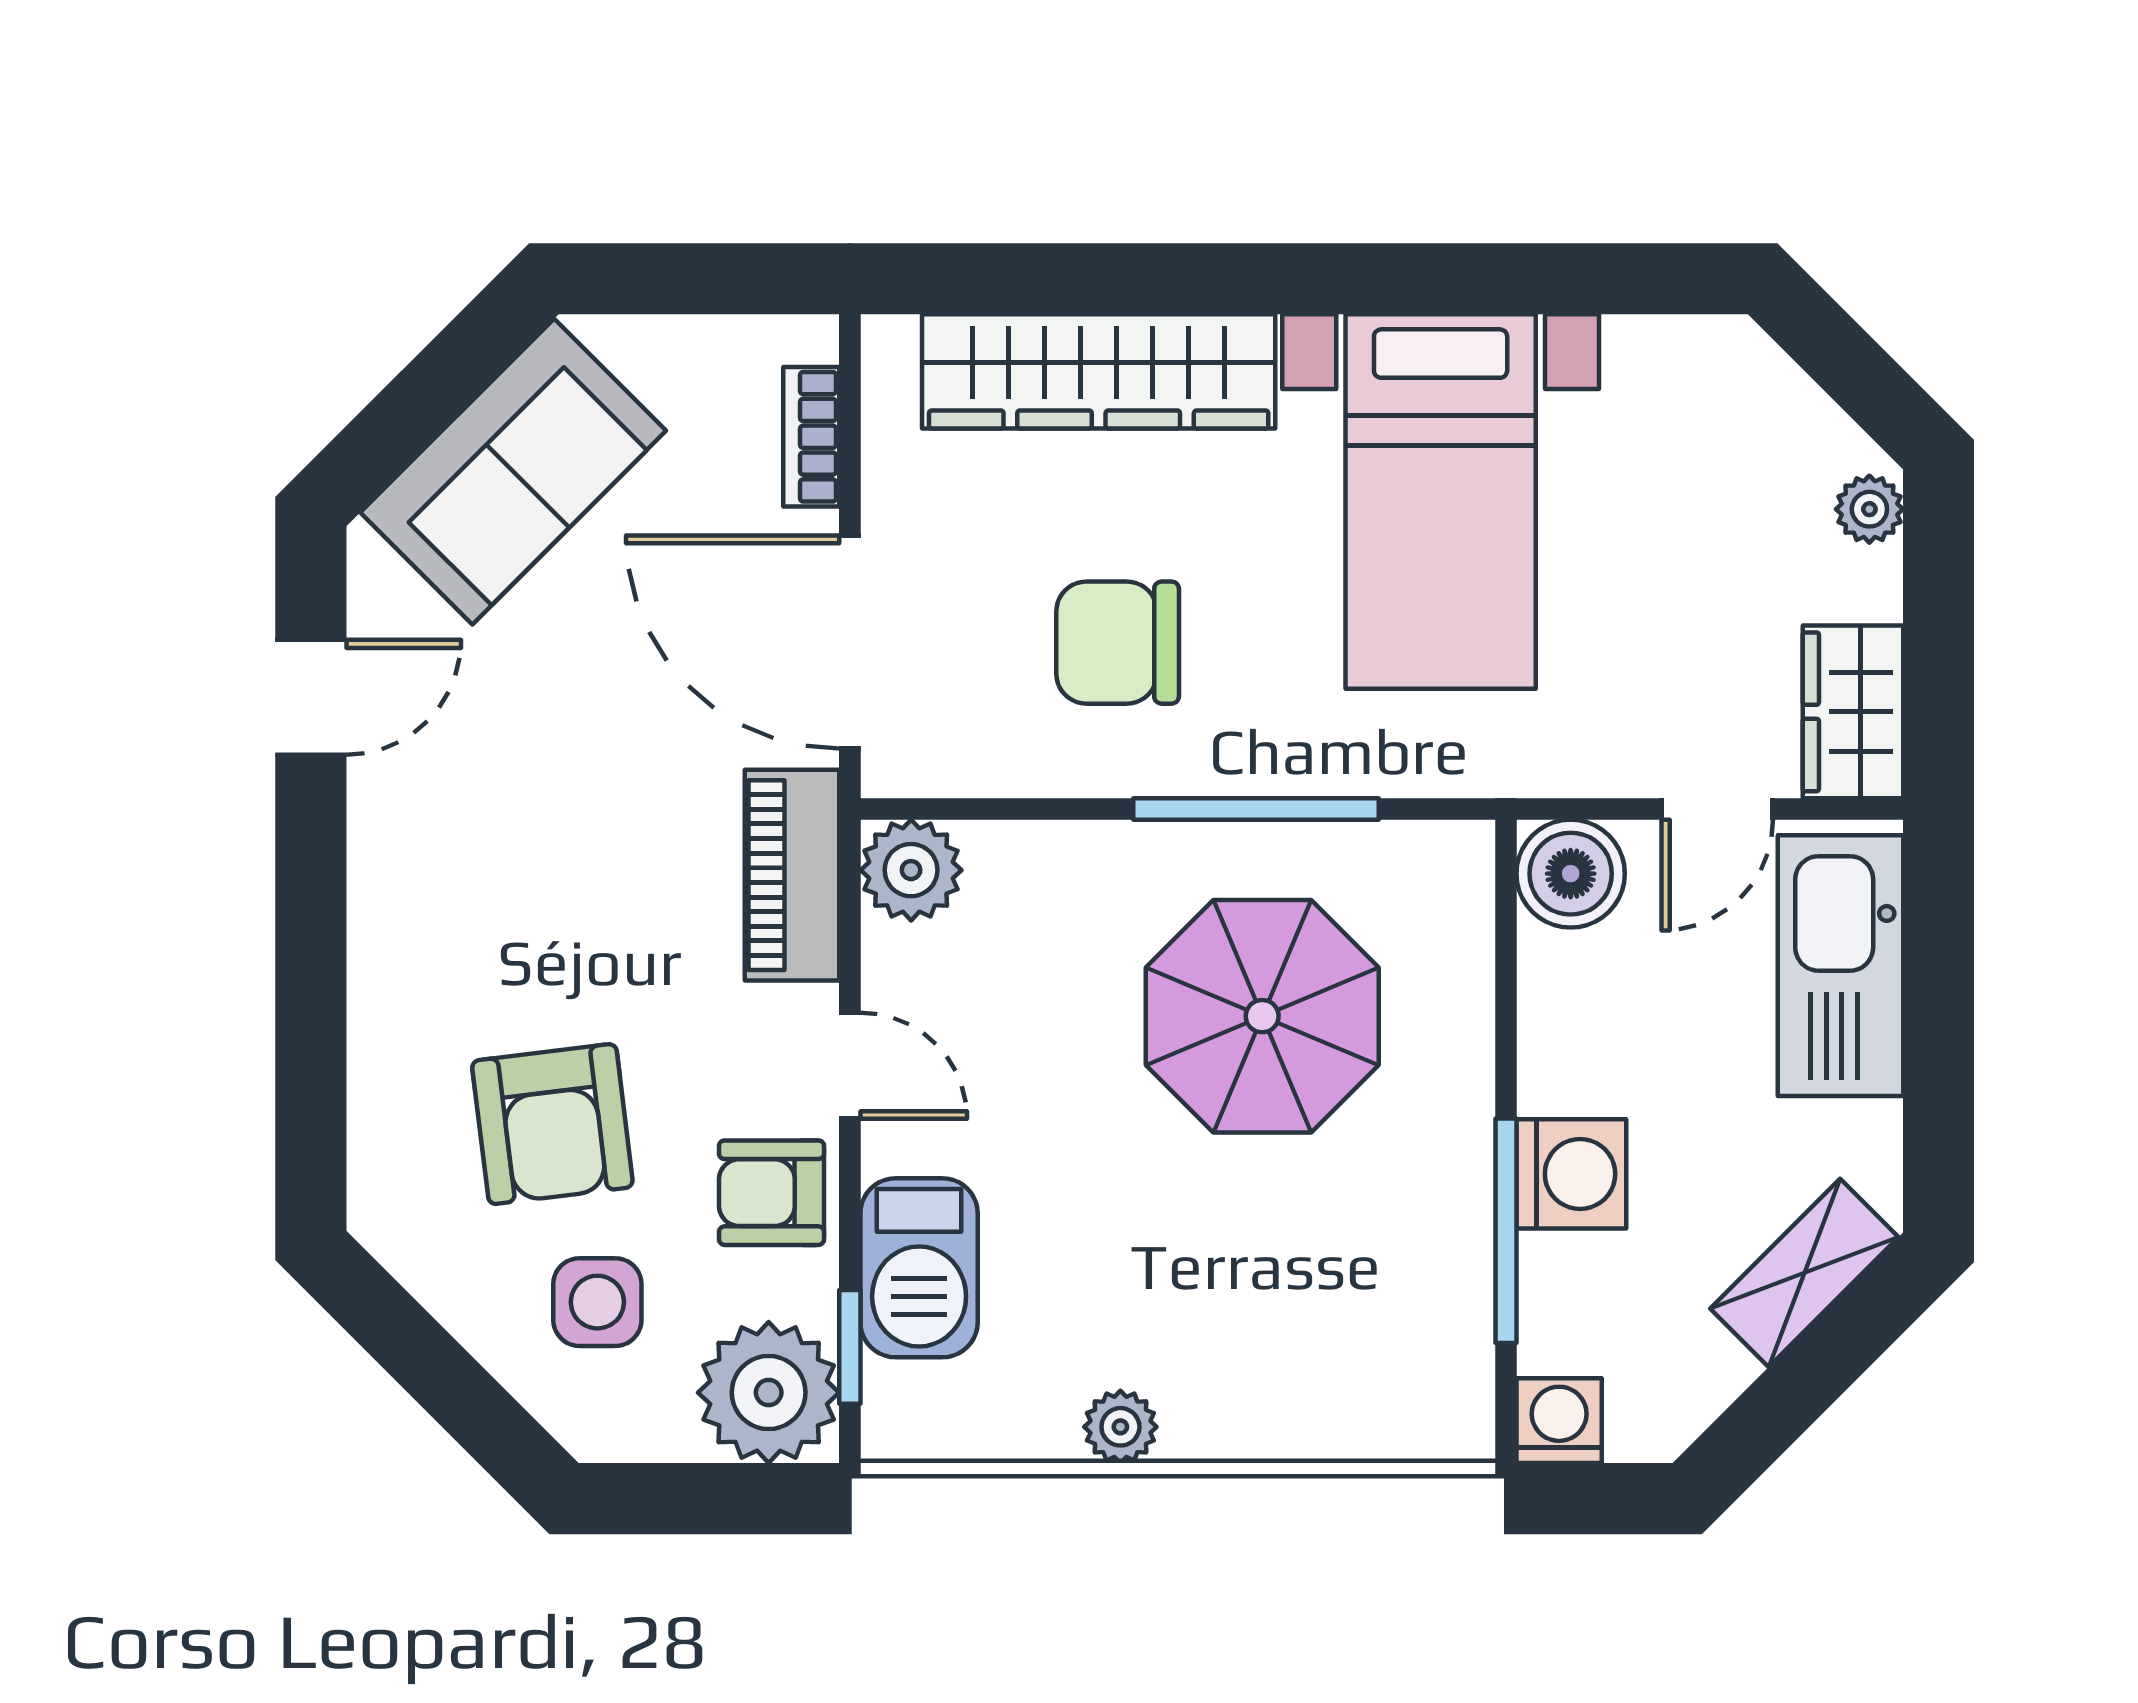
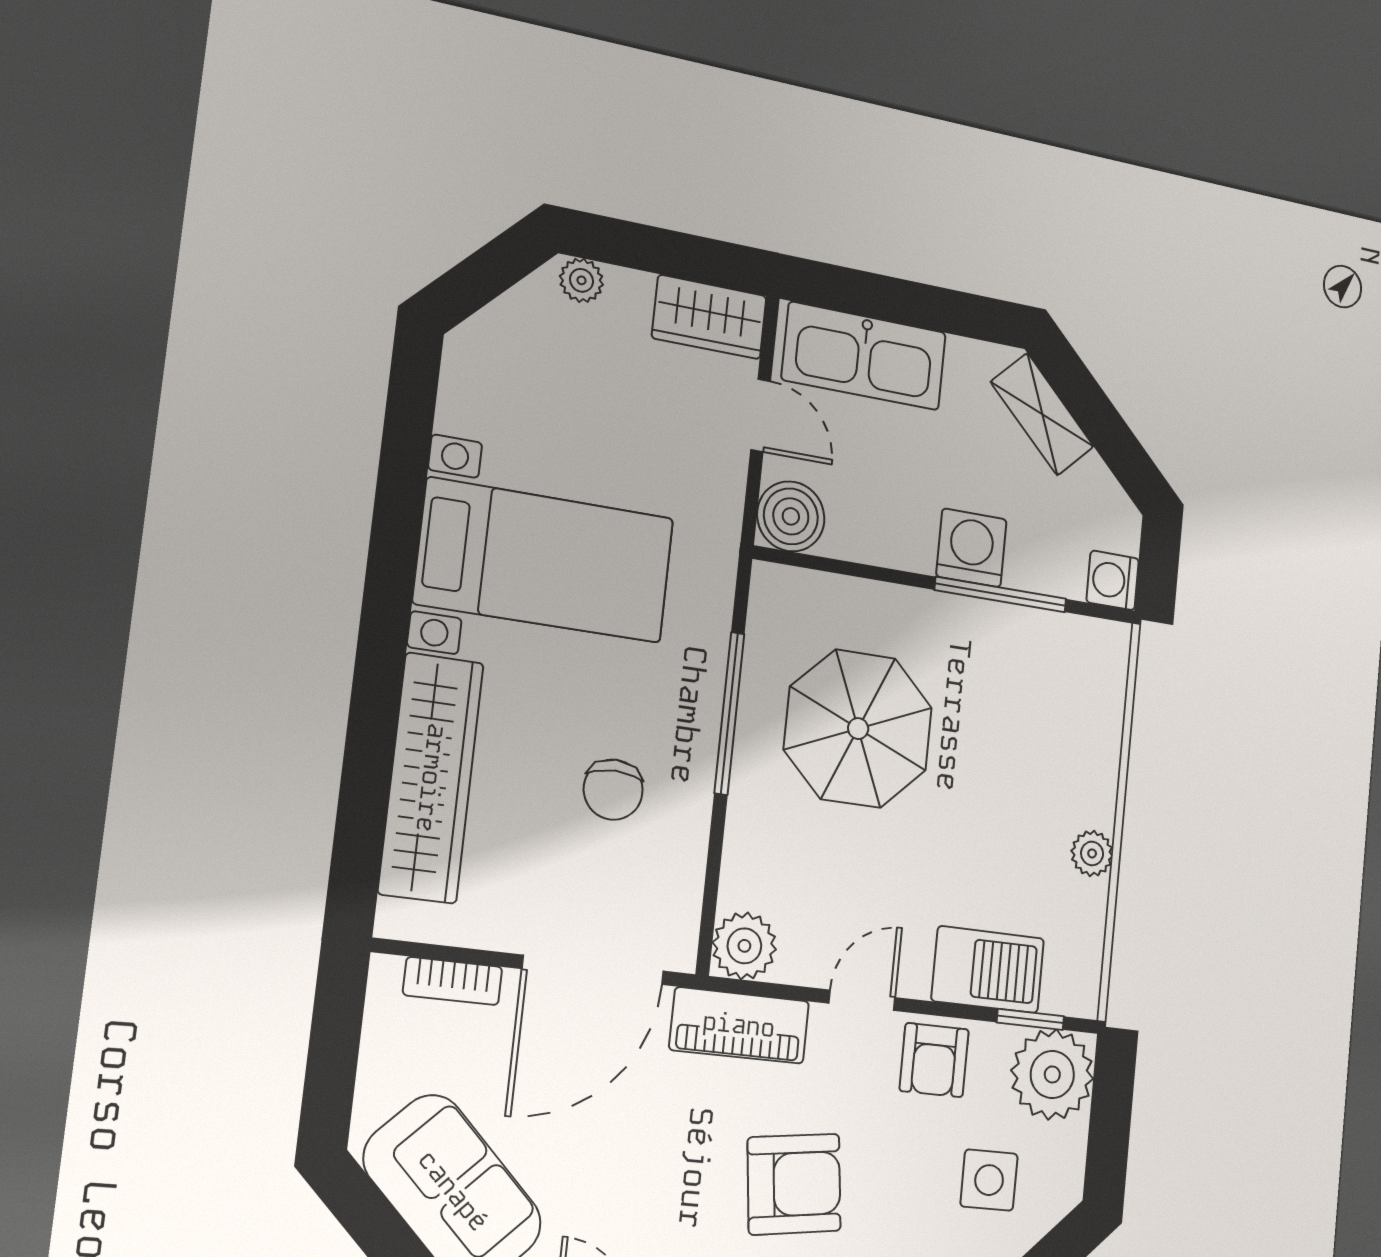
chair: (1118, 643) -> (613, 790), width x0.73, depth x0.73
armchair: (552, 1124) -> (794, 1184), moved

